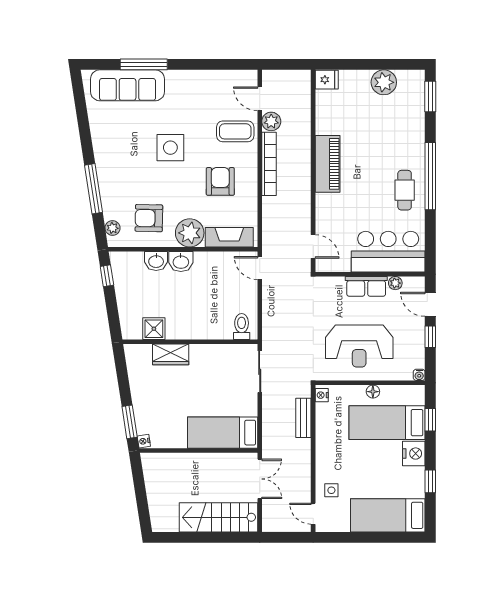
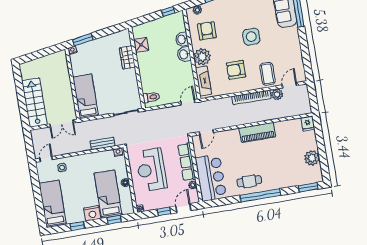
armchair: (220, 181) -> (236, 70), turned 180
row of seats: (366, 286) -> (187, 162), width x1.48

